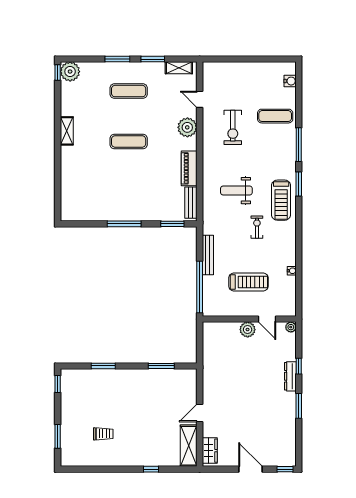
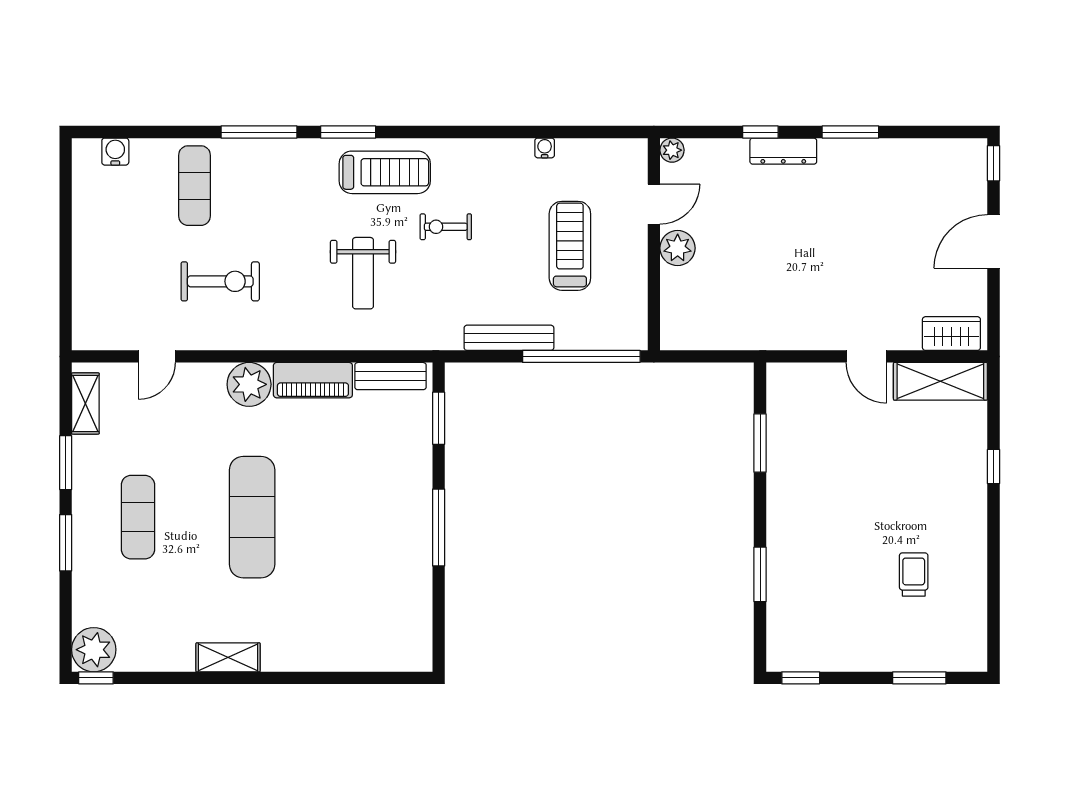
plant: (187, 127) -> (249, 384), moved
exercise mat: (129, 141) -> (252, 517), width x1.36, depth x1.45

